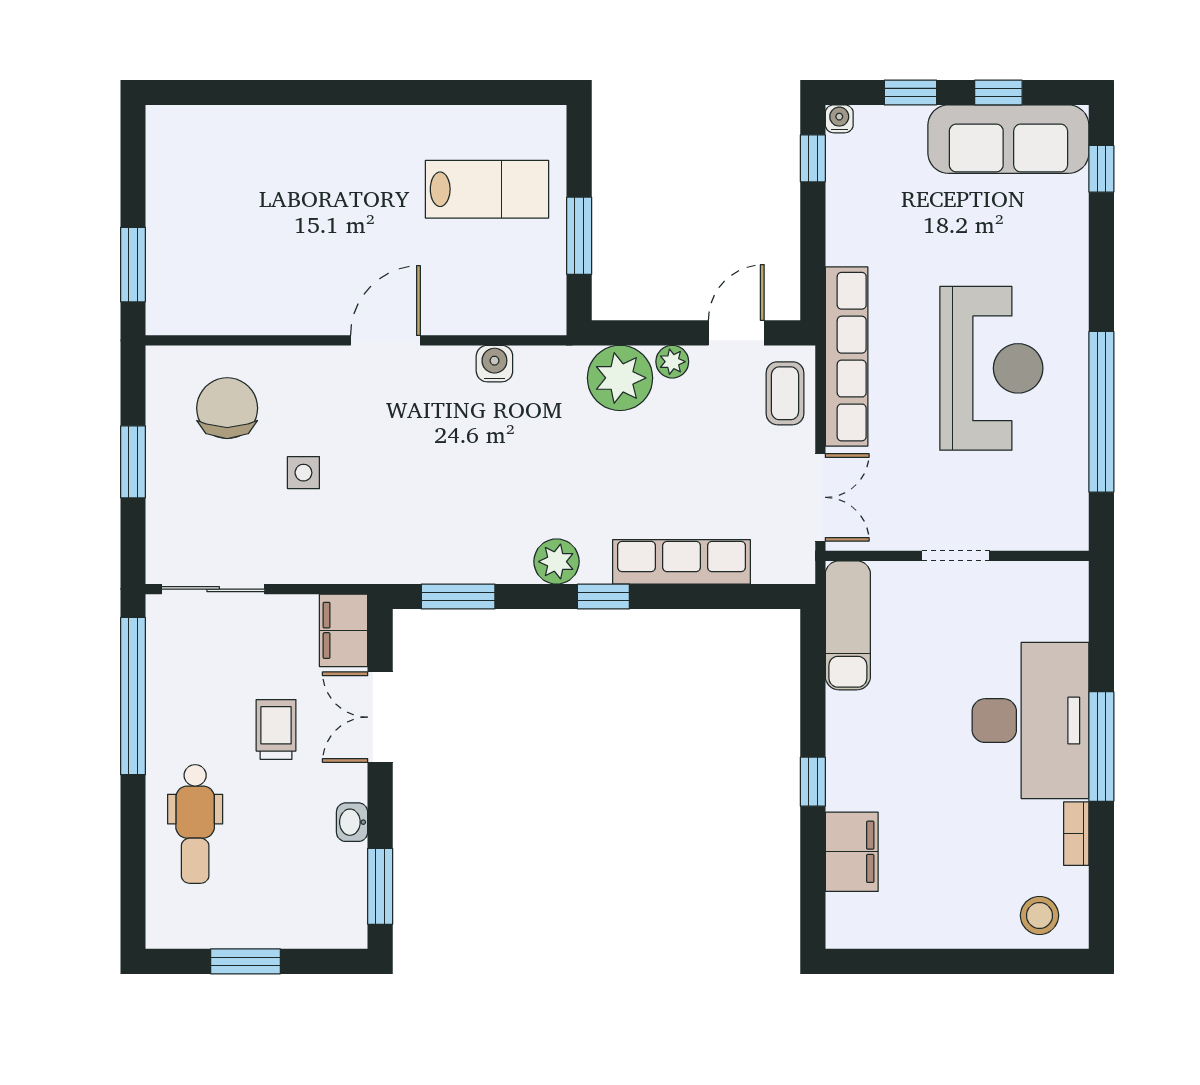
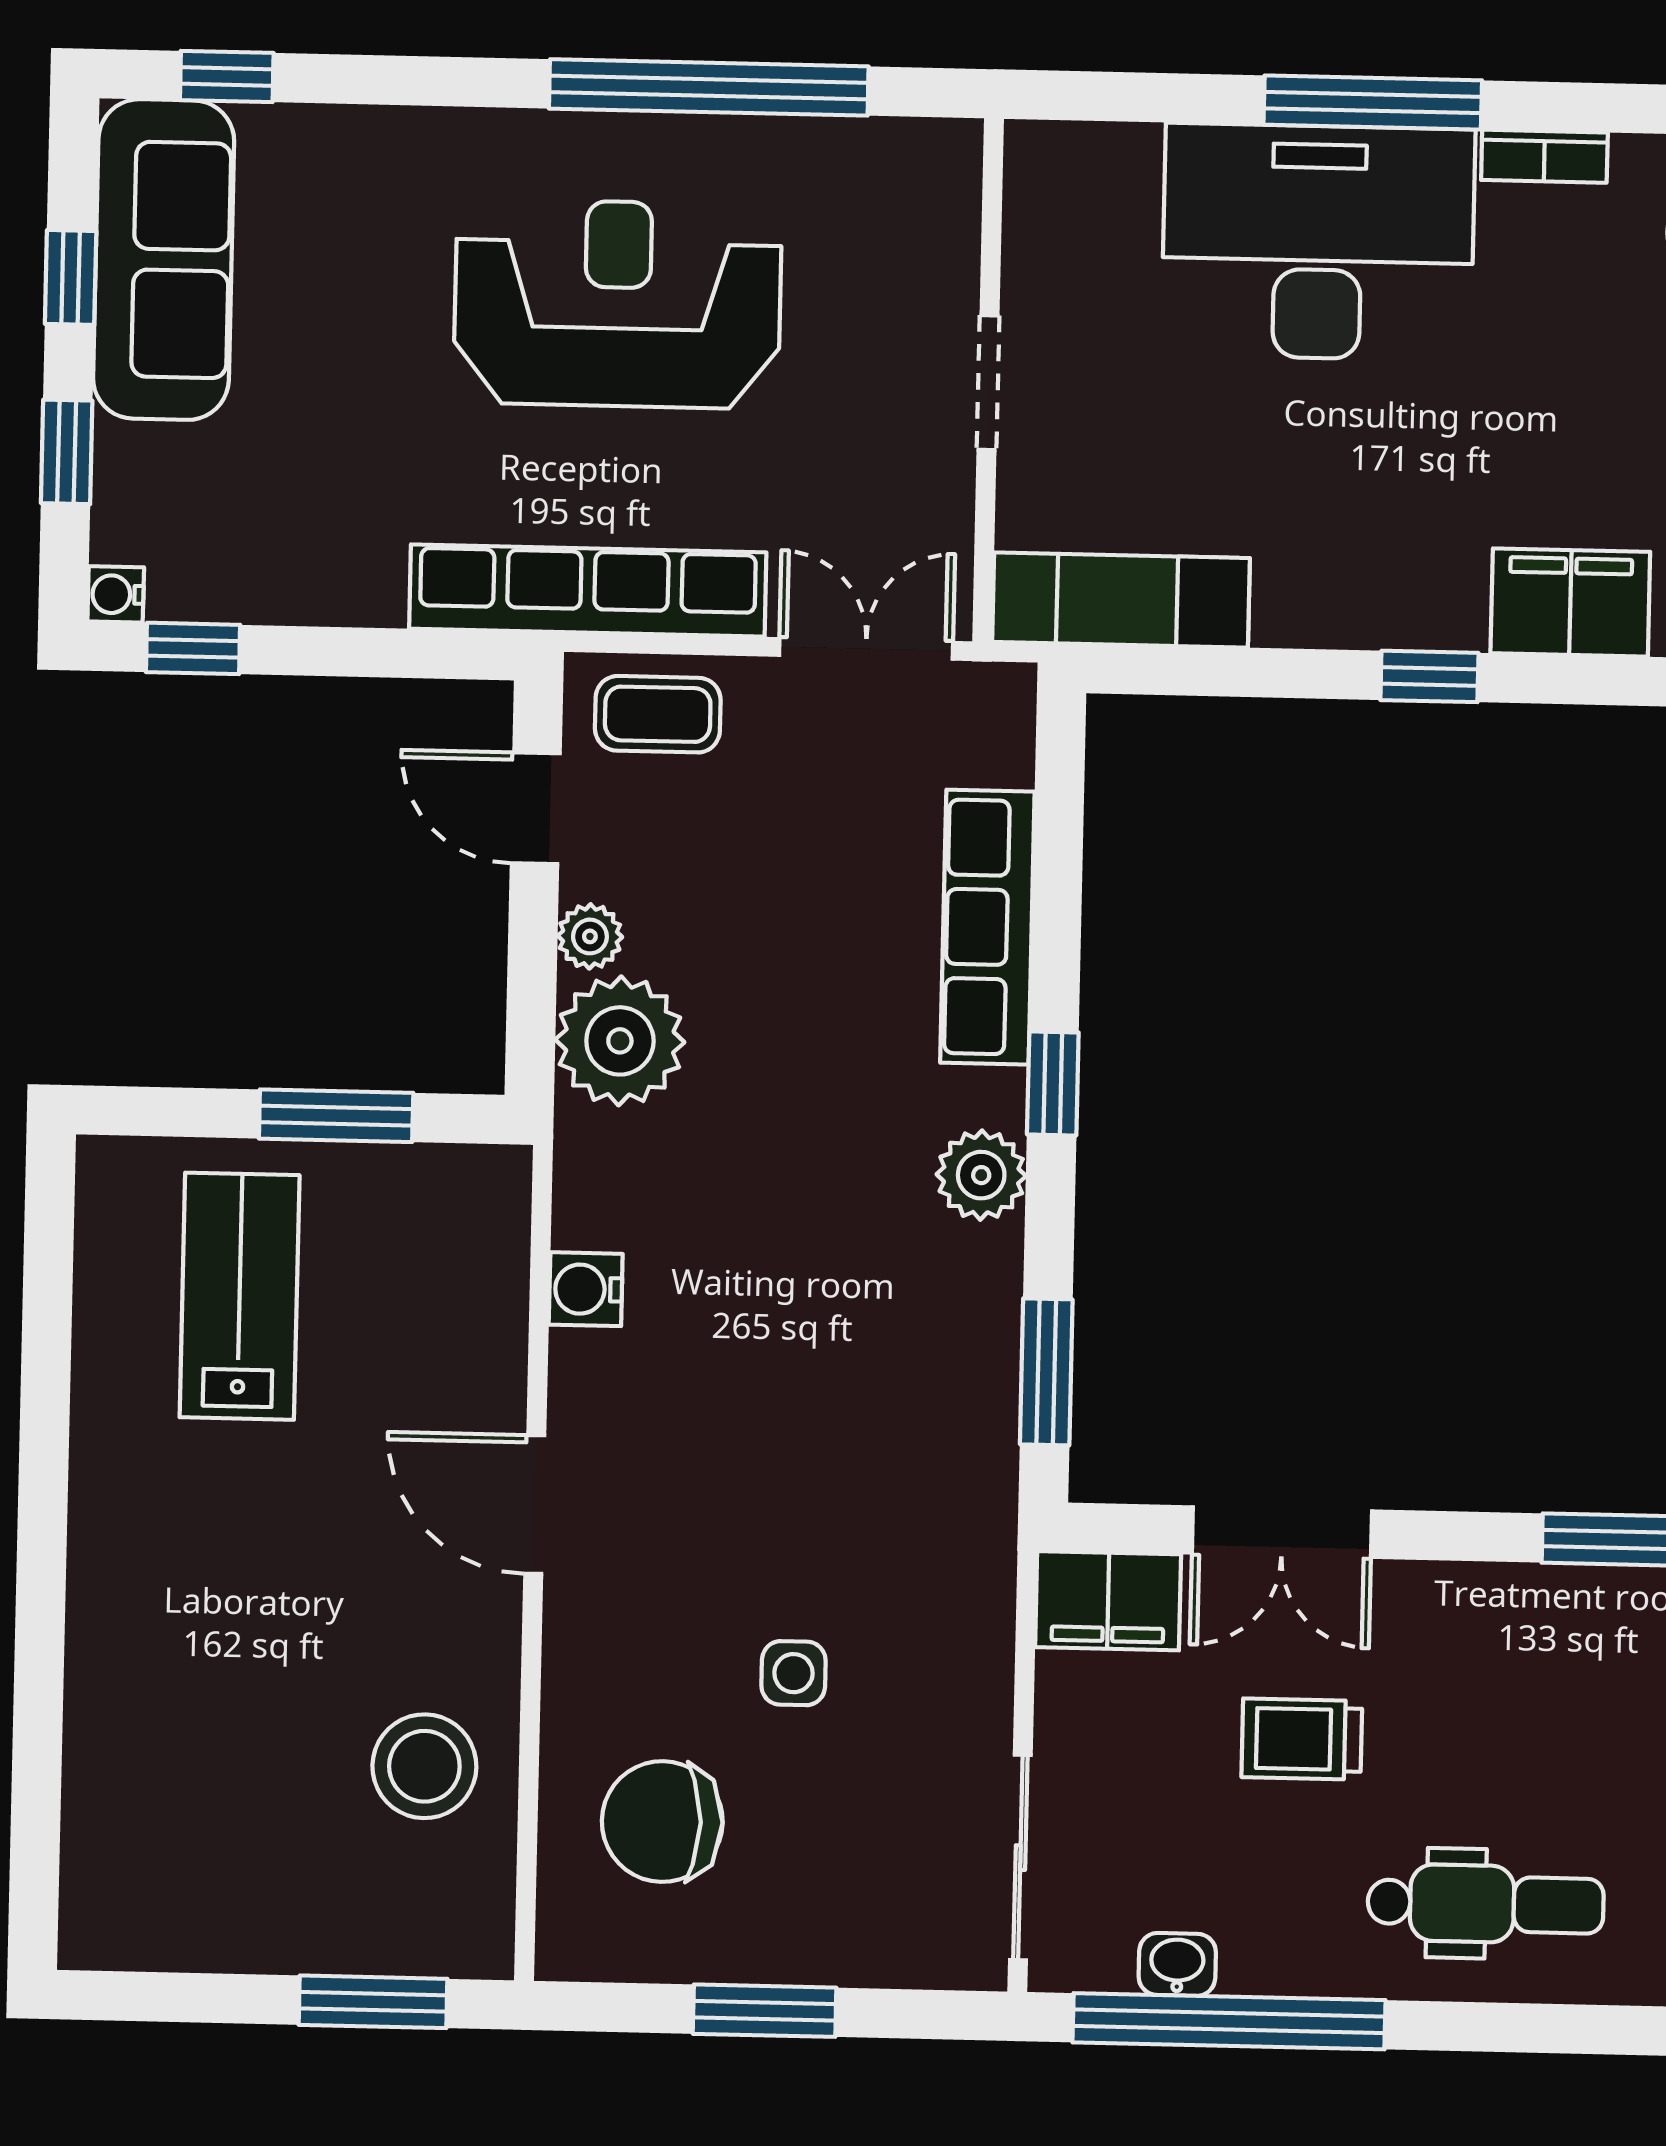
stool: (252, 288) -> (424, 1766), added
washbasin: (352, 822) -> (1177, 1964), moved, turned 180

